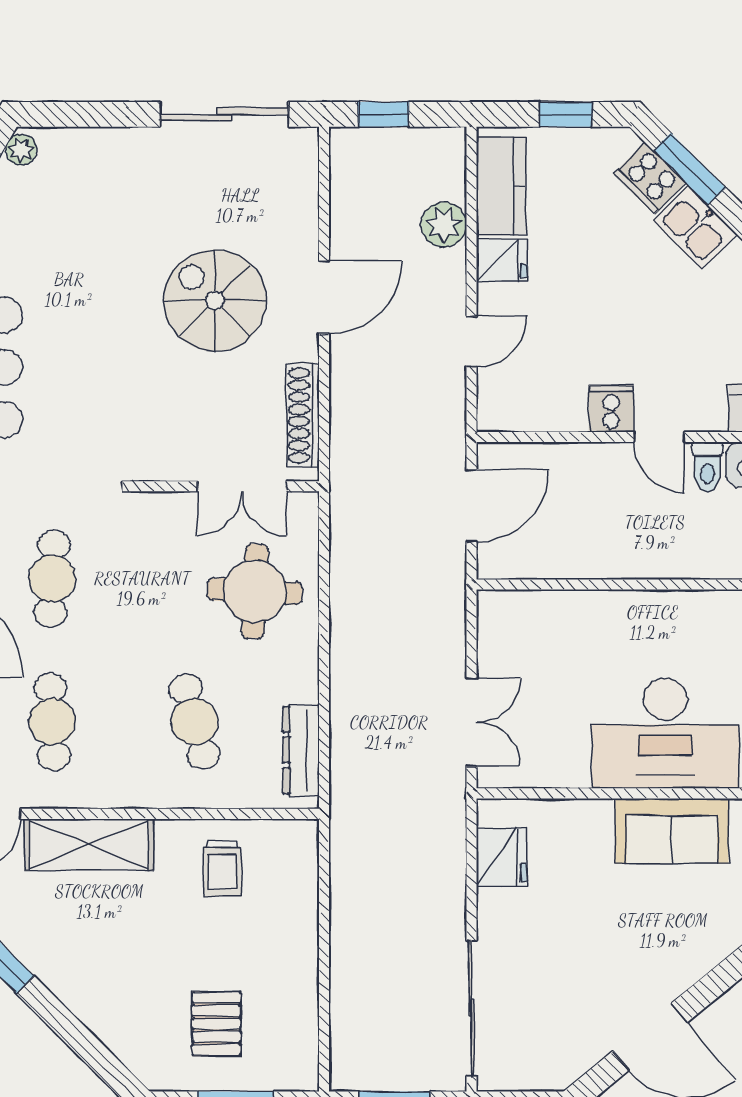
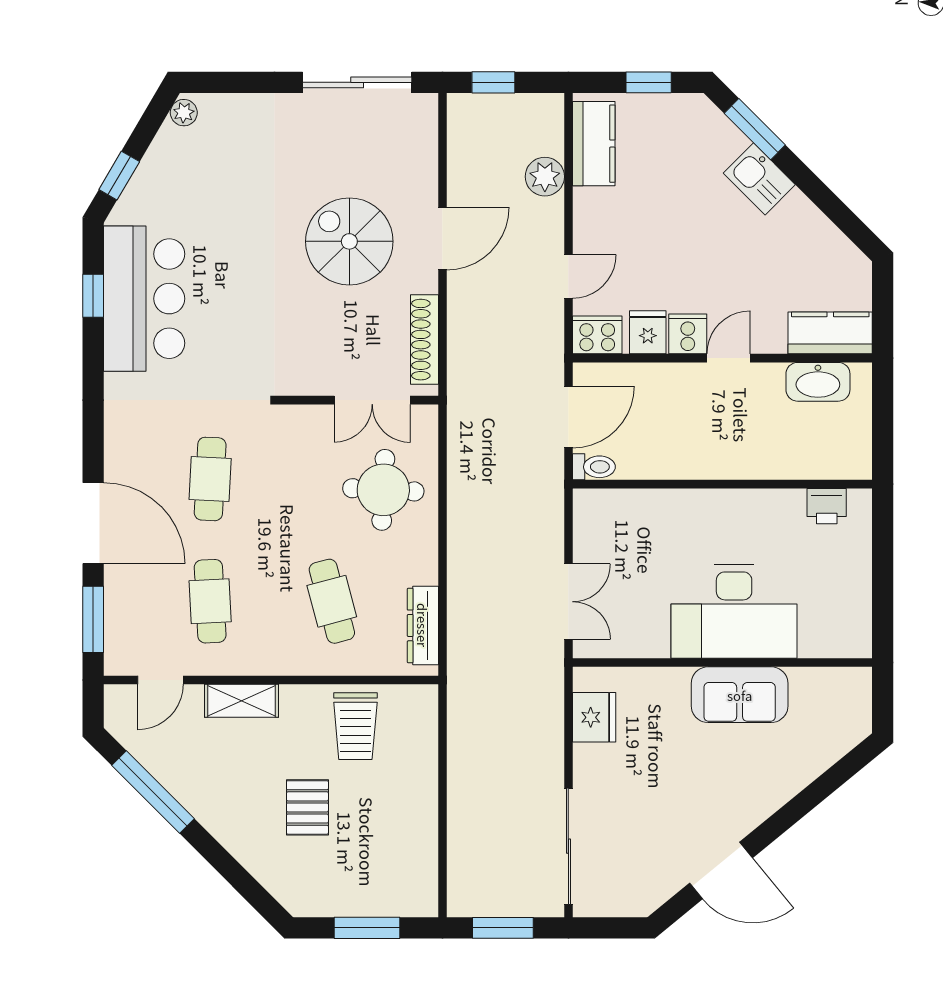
cooker: (650, 178) -> (597, 335), moved, turned 135
fridge: (502, 260) -> (648, 332), moved, turned -90
door: (659, 437) -> (729, 358), swing flipped
toilet: (708, 467) -> (594, 467), moved, turned -90
shelving: (89, 845) -> (242, 701), width x0.67, depth x0.75
trolley: (222, 868) -> (355, 726), width x1.36, depth x1.39
pallet: (216, 1024) -> (307, 807), moved

